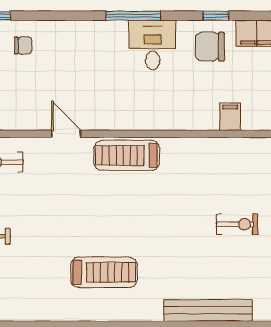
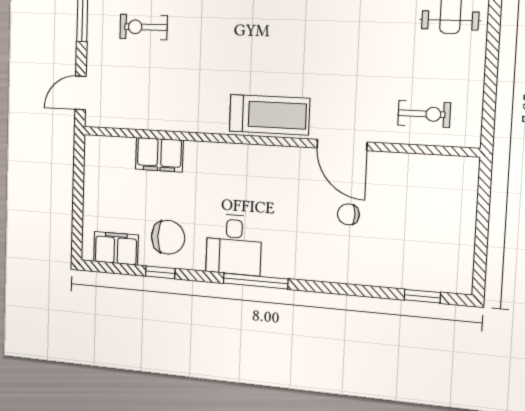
chair: (23, 46) -> (348, 214), moved
filing cabinet: (230, 117) -> (159, 155), width x2.00
door: (66, 134) -> (342, 145), width x1.38

